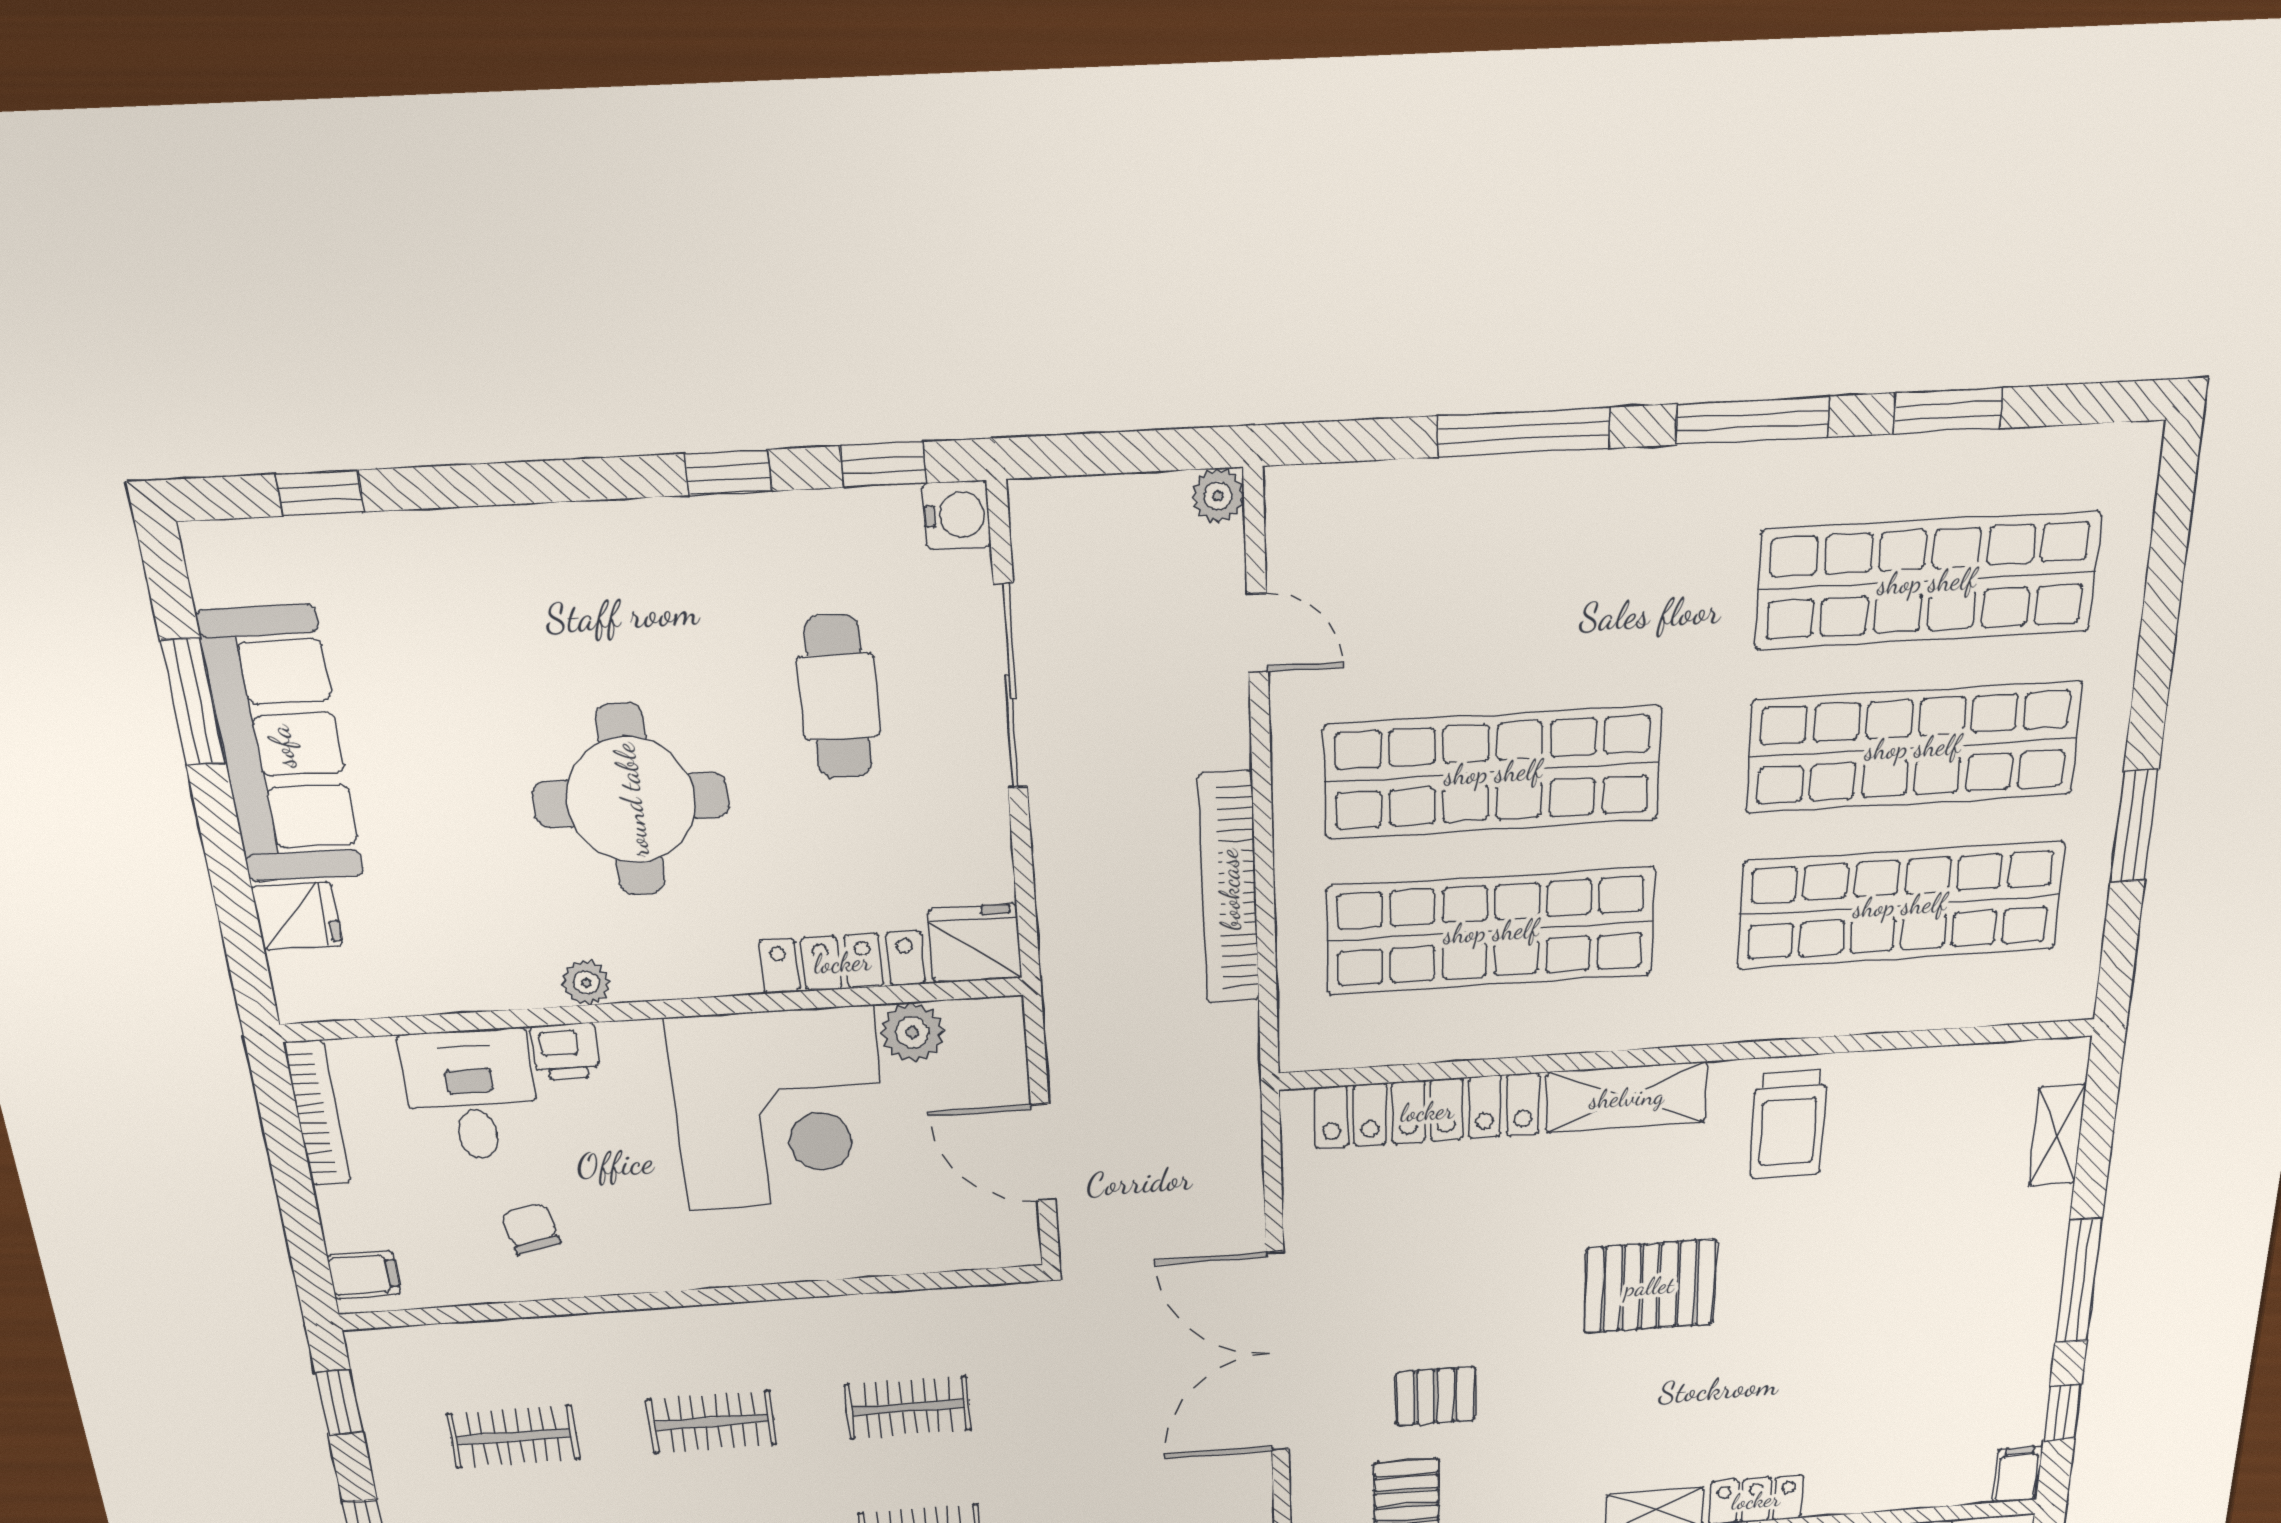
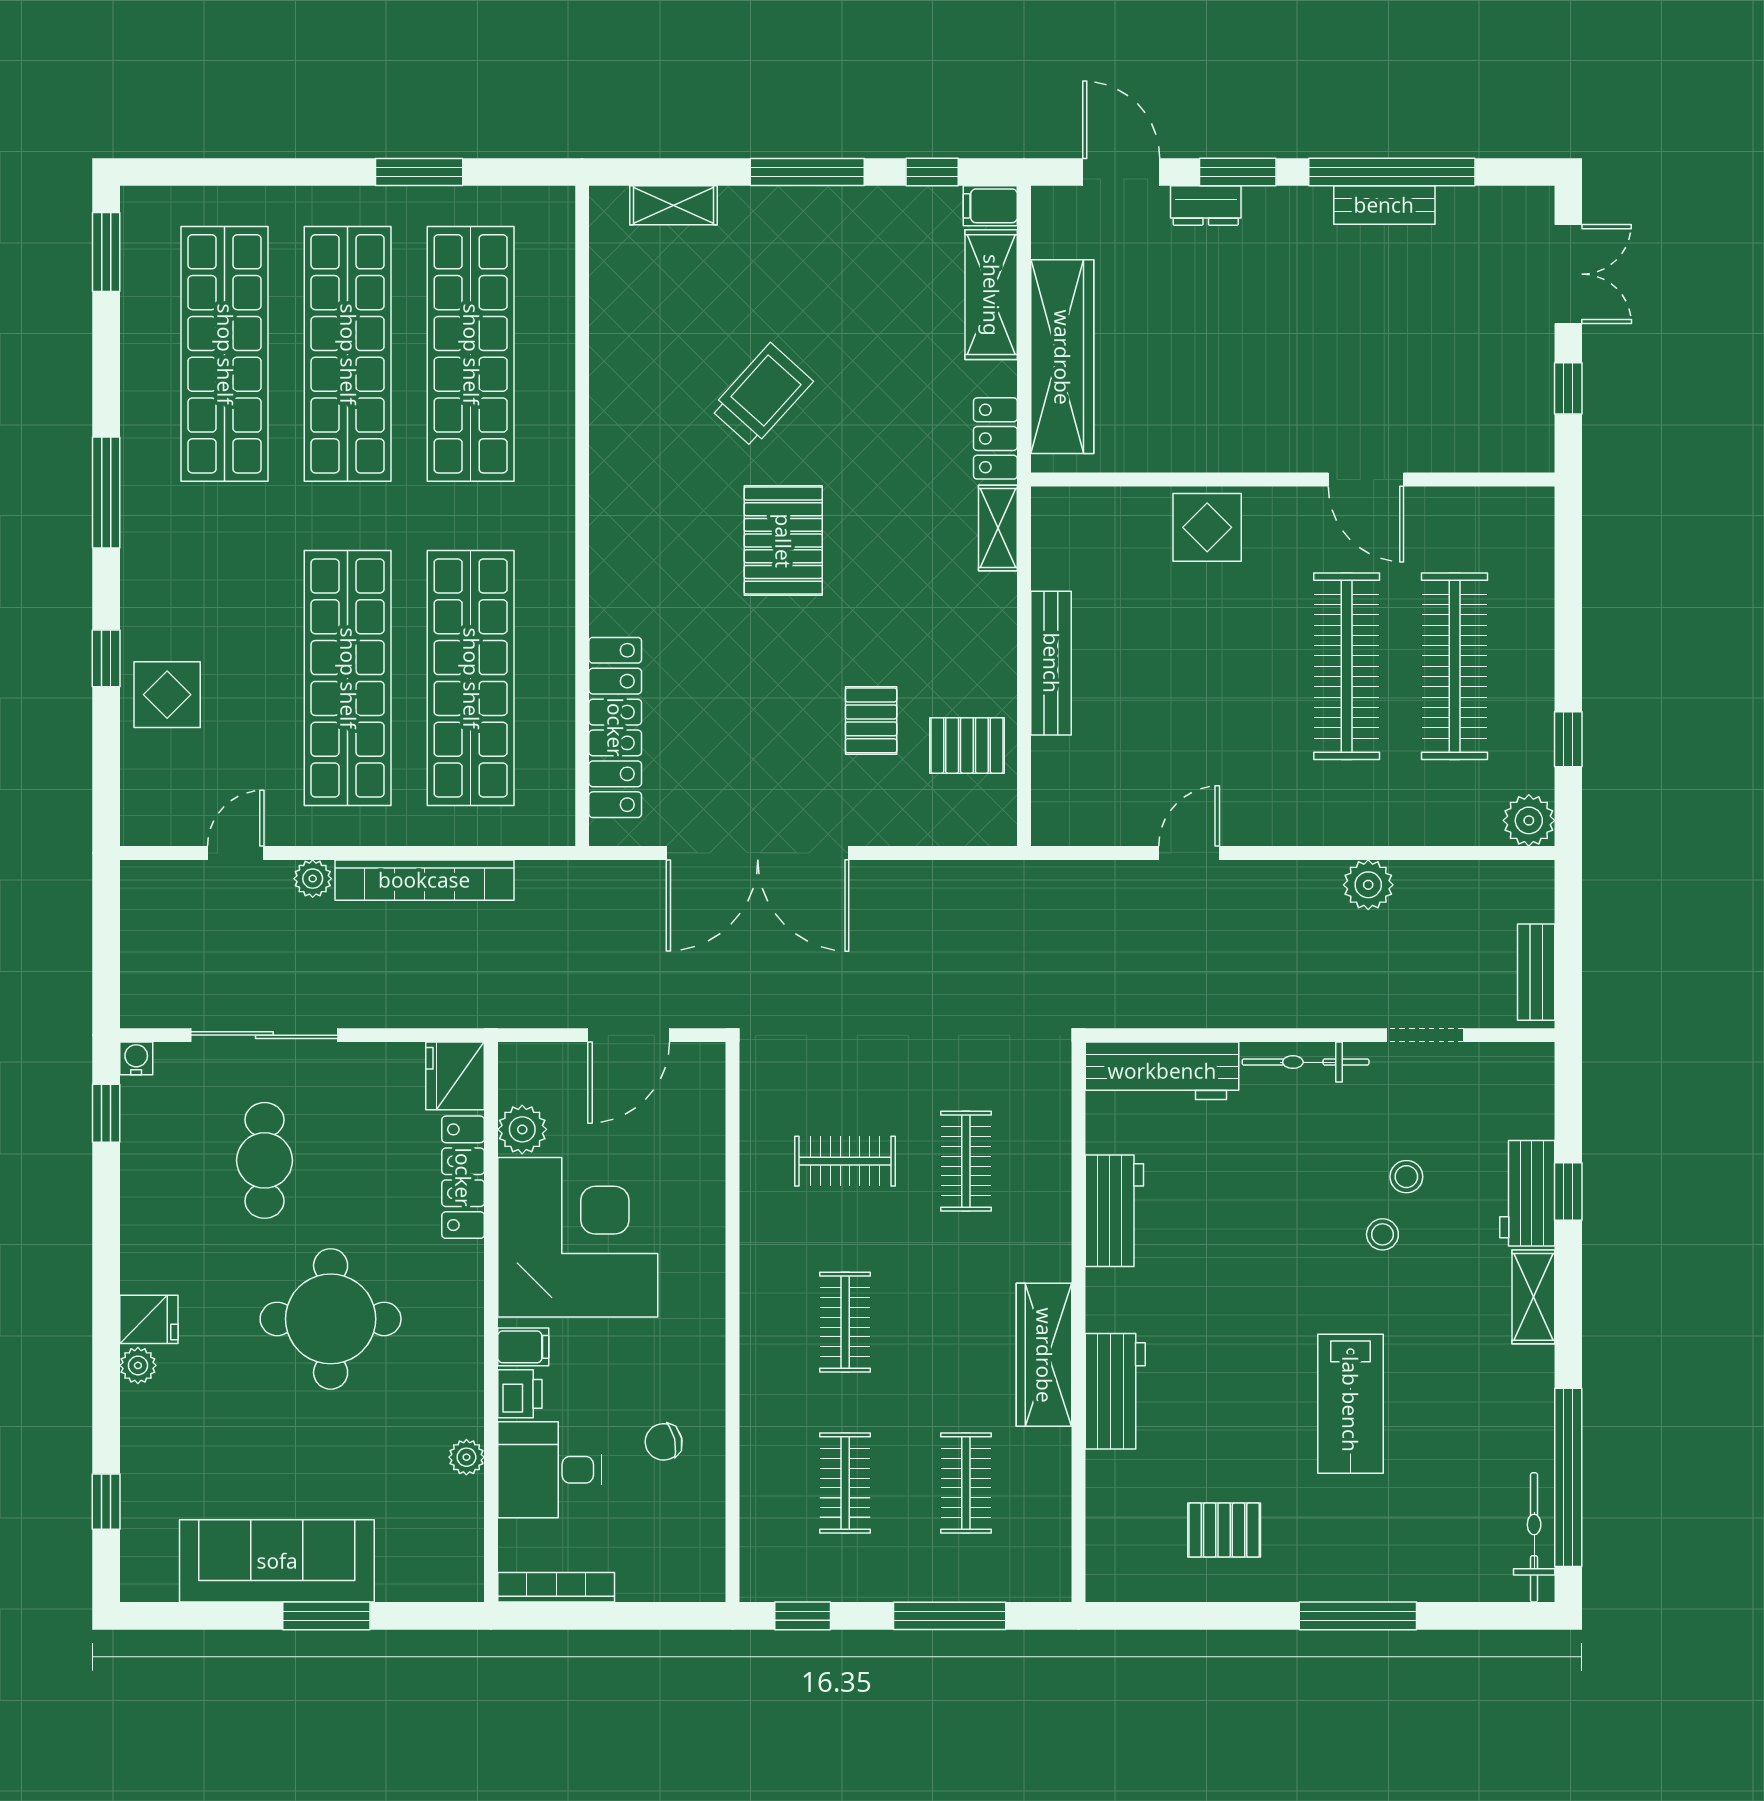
window: (1948, 411) -> (106, 252), moved
window: (1524, 432) -> (106, 658), width x0.46
window: (728, 472) -> (106, 1221), removed
plant: (1218, 496) -> (313, 879), moved
water cooler: (957, 515) -> (136, 1058), width x0.72, depth x0.72
display table: (1473, 524) -> (167, 695), added
plant: (526, 531) -> (138, 1365), added
cafe table: (838, 697) -> (265, 1160), turned 90
window: (193, 702) -> (326, 1616), moved
fridge: (297, 916) -> (149, 1319), moved, turned 90
plant: (586, 983) -> (466, 1457), moved
shelving: (1627, 1097) -> (991, 295), moved
trolley: (1788, 1124) -> (762, 395), moved, turned -48
filing cabinet: (364, 1275) -> (523, 1347), moved, turned 90
double door: (1278, 1353) -> (758, 853), moved
clothes rail: (908, 1407) -> (845, 1161), turned 90

